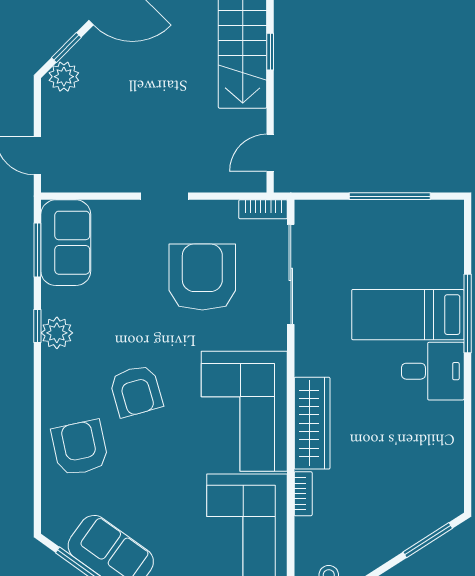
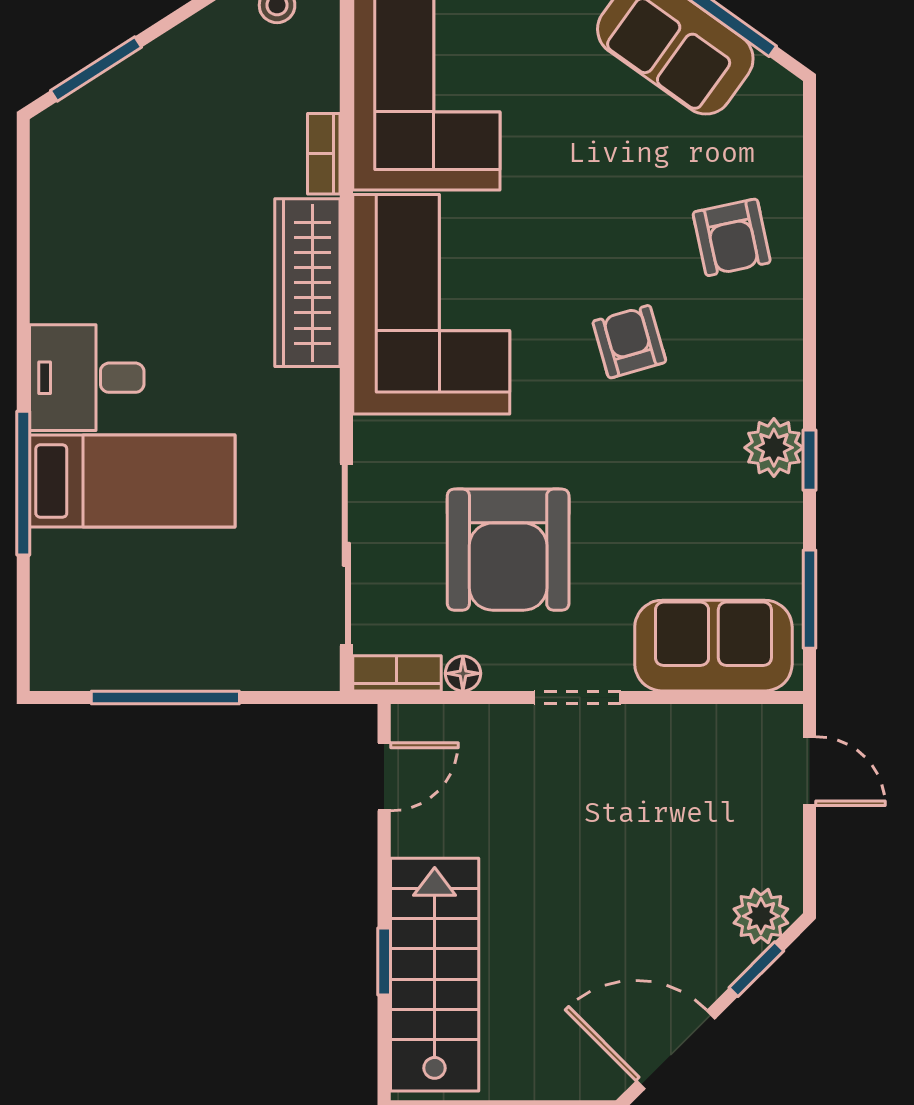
floor lamp: (227, 209) -> (463, 673), added
sofa: (66, 243) -> (713, 646), moved, turned 90
armchair: (136, 391) -> (629, 342), width x0.72, depth x0.72
armchair: (80, 448) -> (732, 237), width x0.72, depth x0.72

